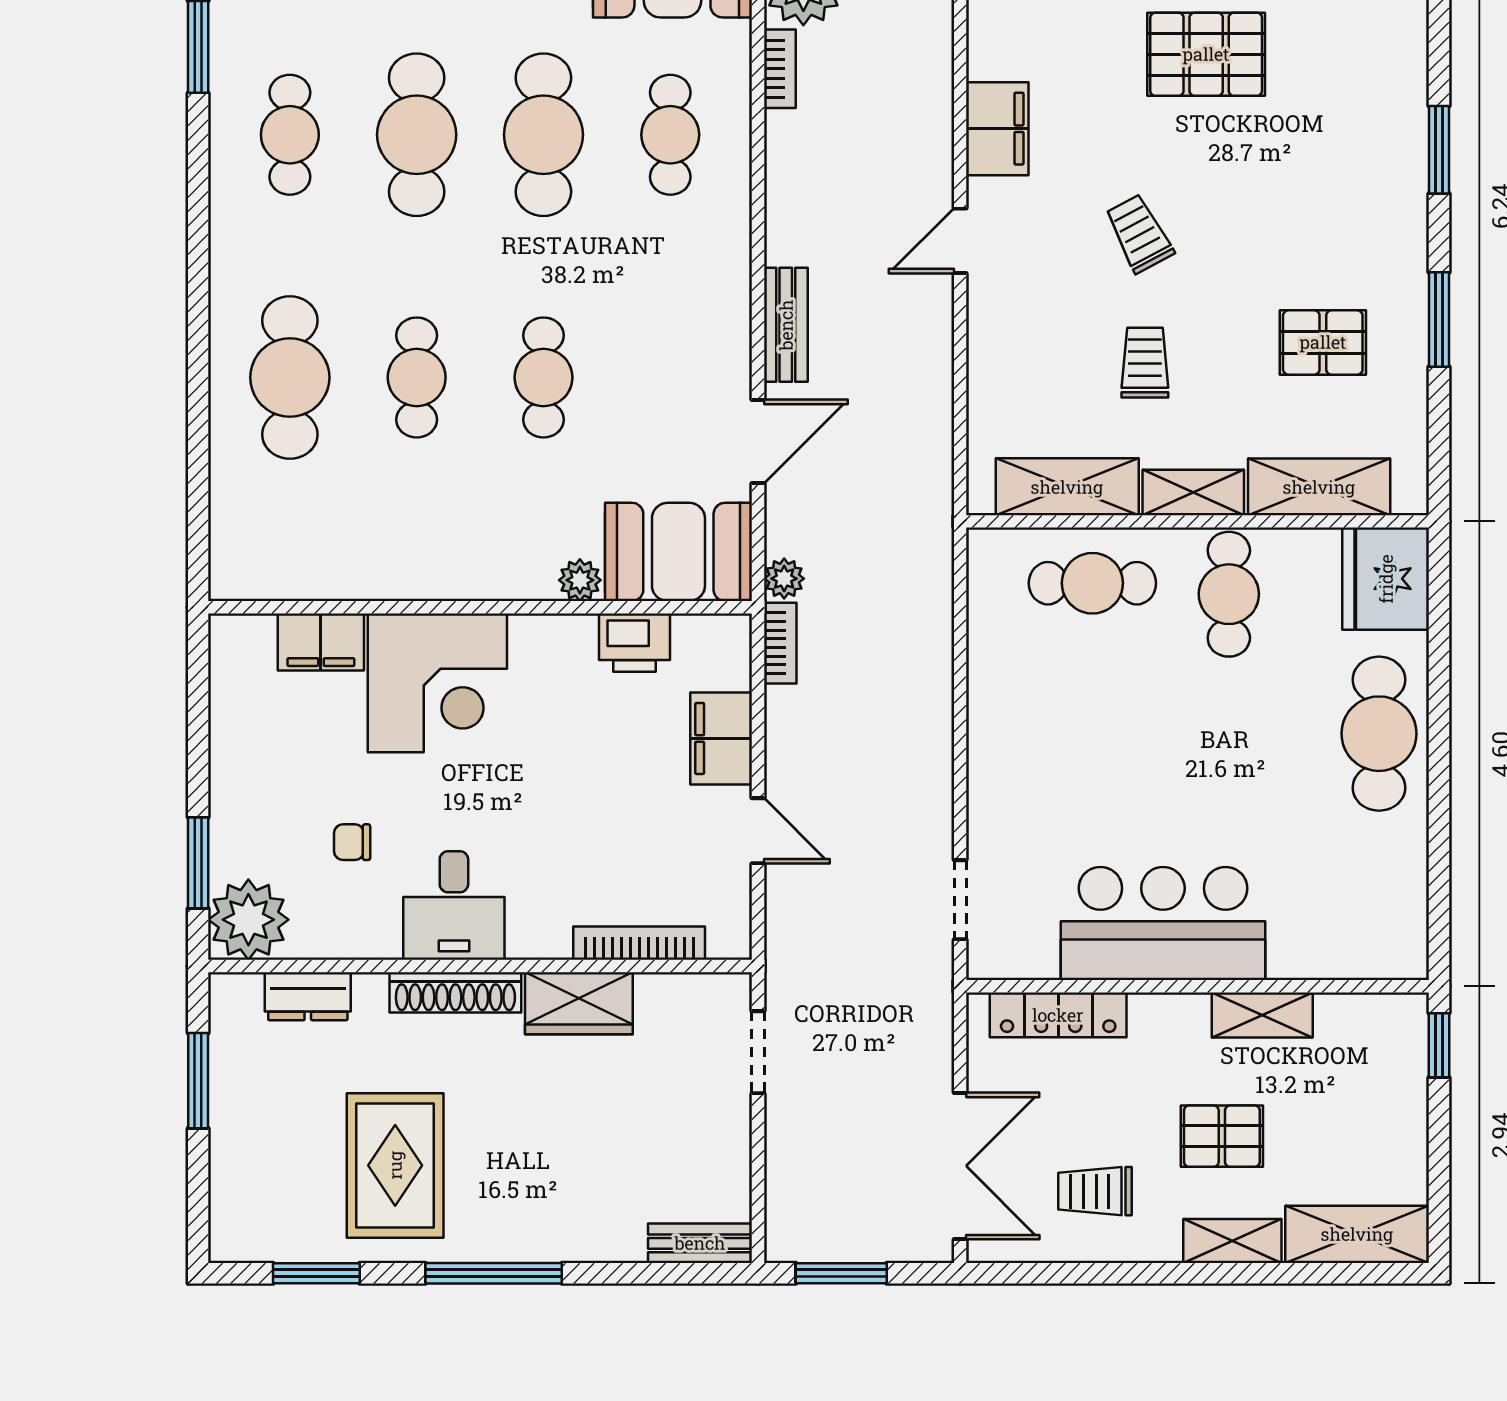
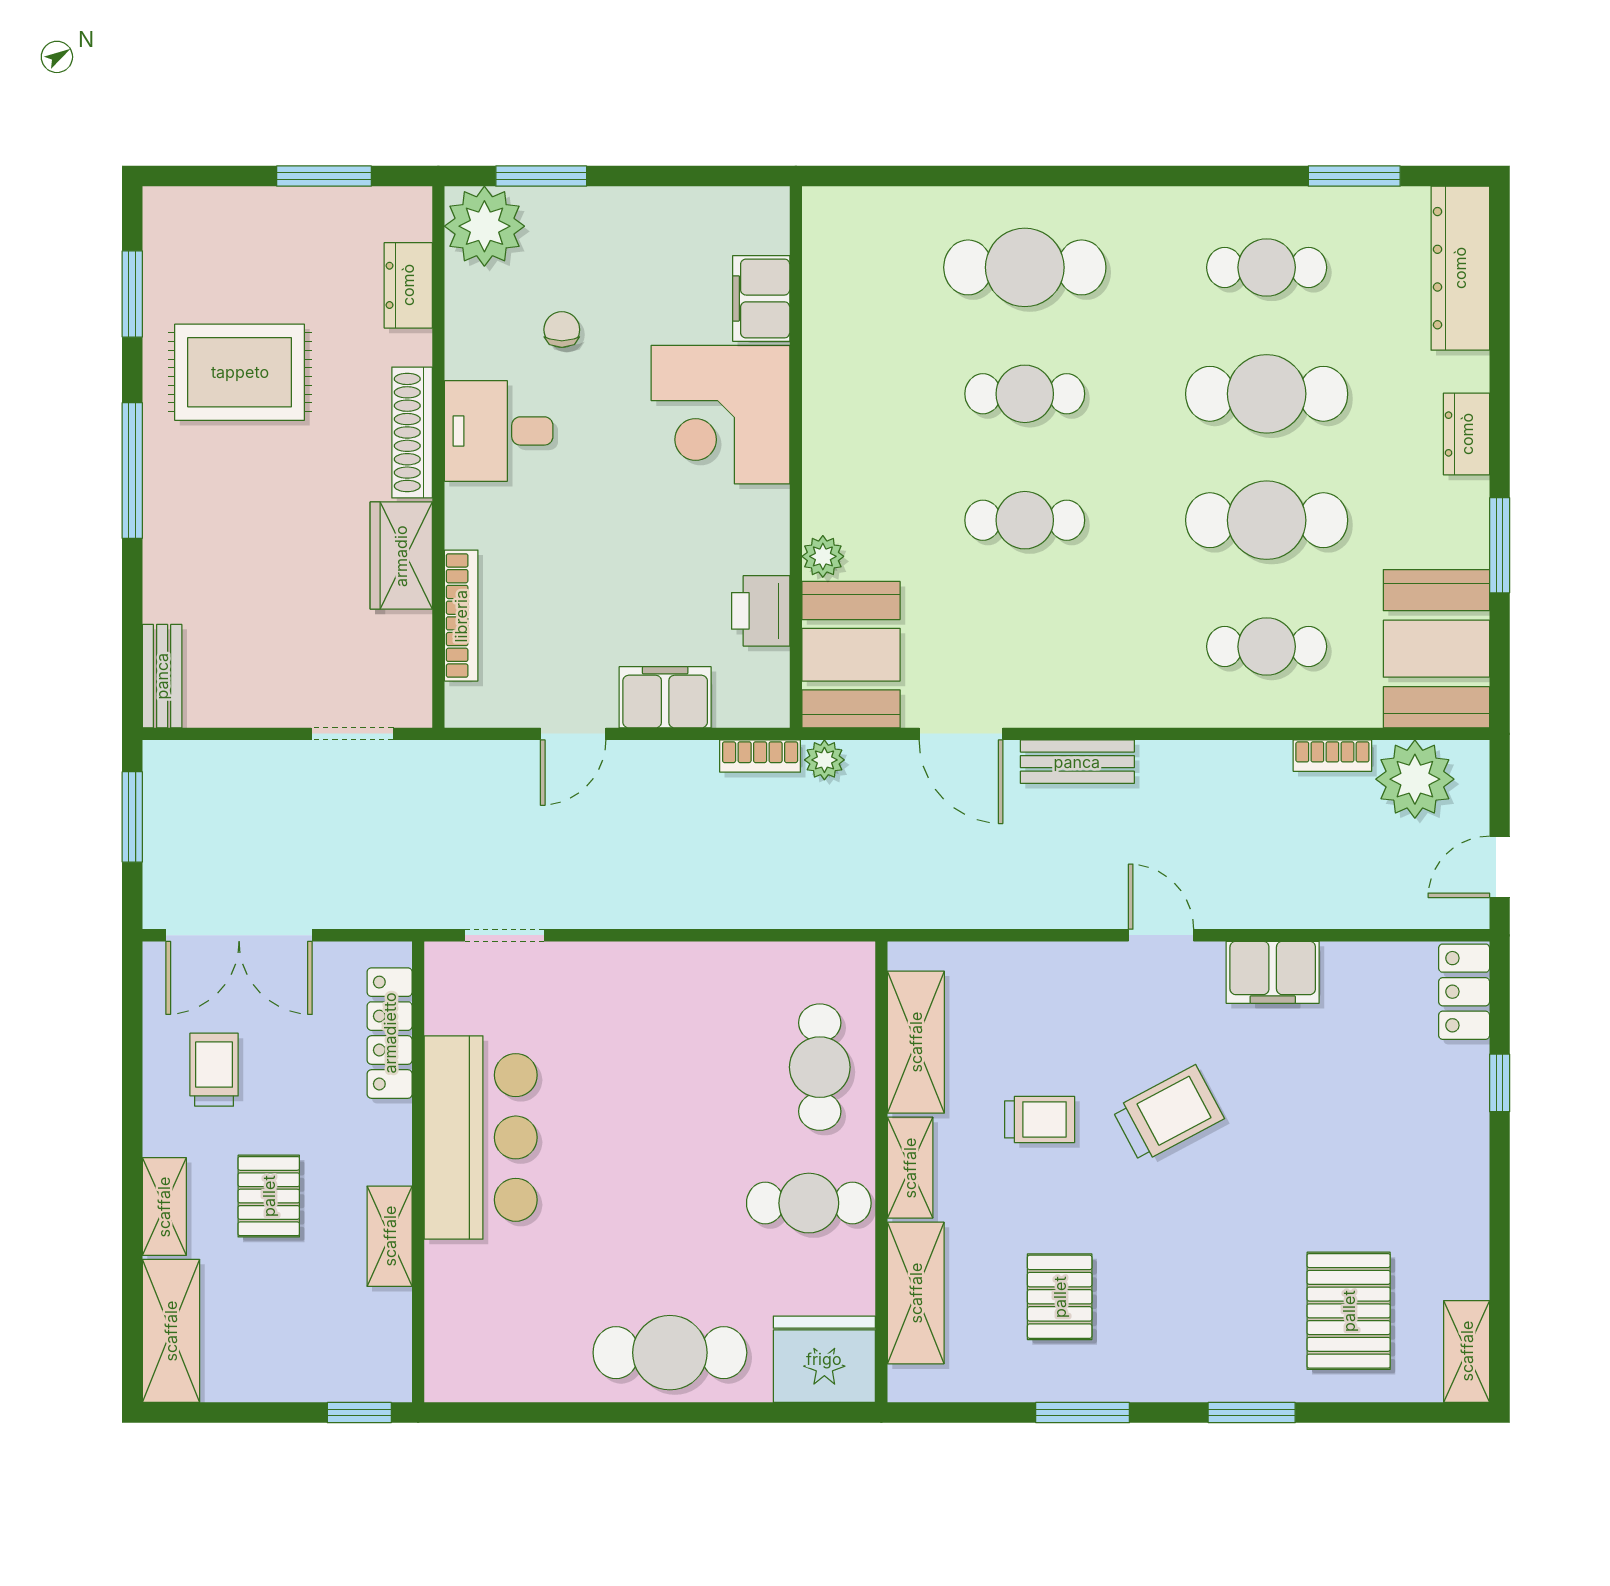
pallet: (1206, 54) -> (1349, 1311), moved
trolley: (1139, 234) -> (1168, 1114), width x1.36, depth x1.39

